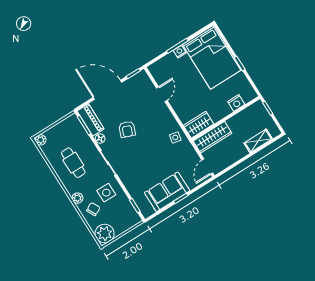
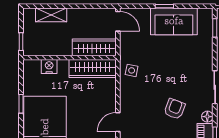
wardrobe: (199, 125) -> (93, 68), width x1.50
door: (207, 167) -> (118, 21), hinge flipped

